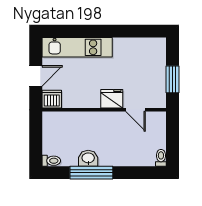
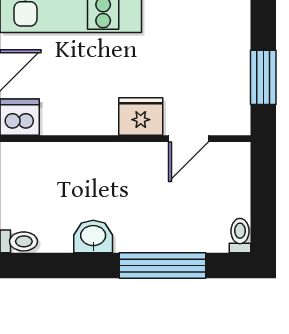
door: (135, 110) -> (188, 139), hinge flipped
window: (91, 173) -> (163, 266), moved

